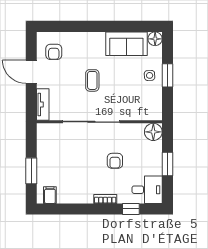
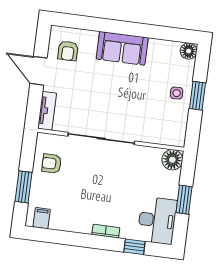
sofa: (126, 44) -> (122, 48), moved
coffee table: (92, 80) -> (109, 90), removed
armchair: (115, 161) -> (52, 164), moved, turned 90
desk: (147, 190) -> (157, 220), width x1.37

